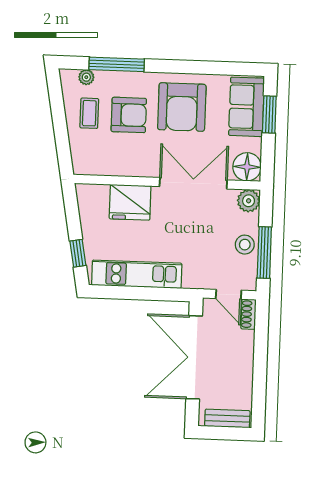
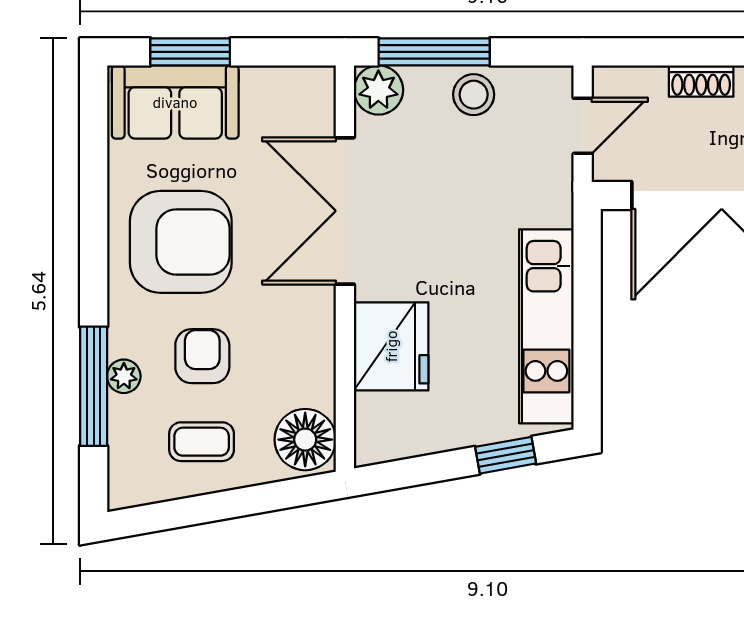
plant: (86, 77) -> (124, 376), moved
armchair: (129, 115) -> (202, 356), width x0.72, depth x0.72
floor lamp: (247, 167) -> (305, 440), moved
window: (264, 253) -> (434, 52), moved
shoe rack: (249, 314) -> (701, 81), moved

